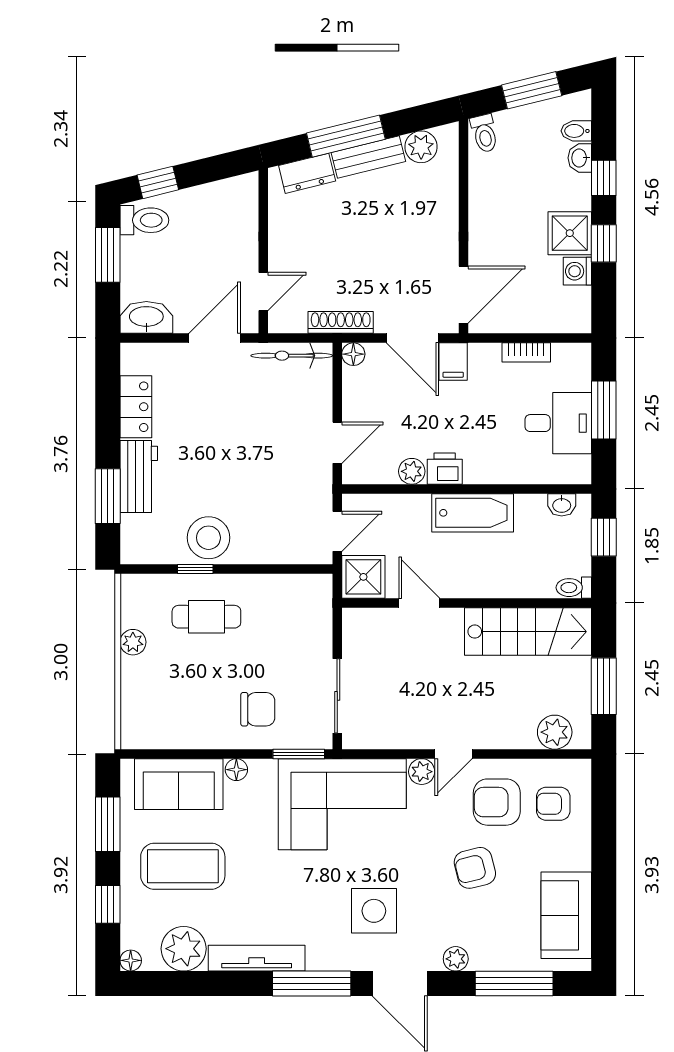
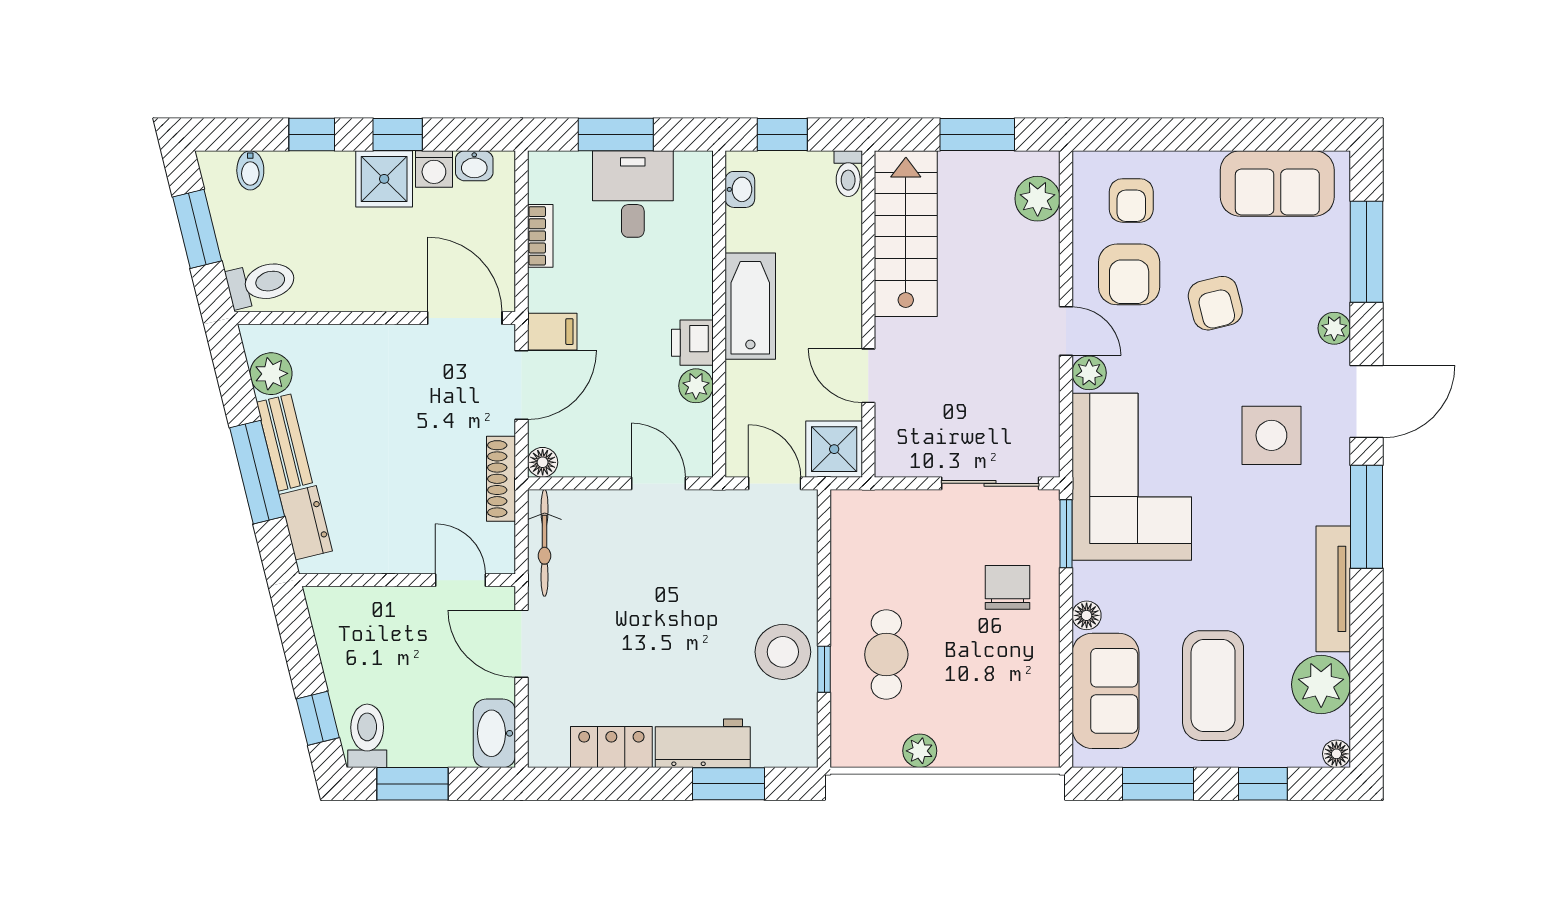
toilet: (484, 133) -> (261, 283), width x1.37, depth x1.39
washbasin: (580, 158) -> (474, 166), moved
door: (419, 603) -> (868, 376), hinge flipped

